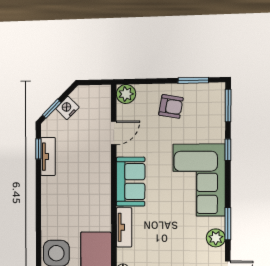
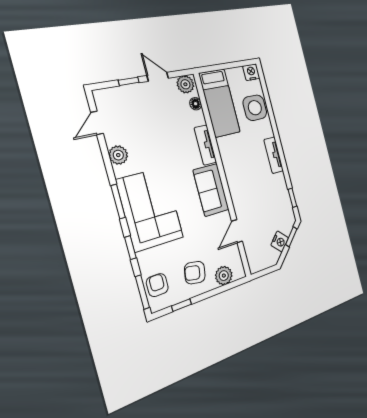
window: (193, 80) -> (181, 305), width x0.67
plant: (126, 94) -> (224, 276), moved
armchair: (212, 107) -> (157, 285), added
tv unit: (48, 156) -> (274, 155), moved
window: (228, 224) -> (118, 202), moved

